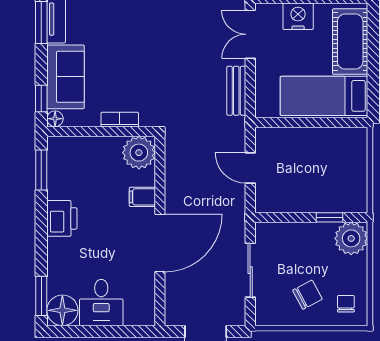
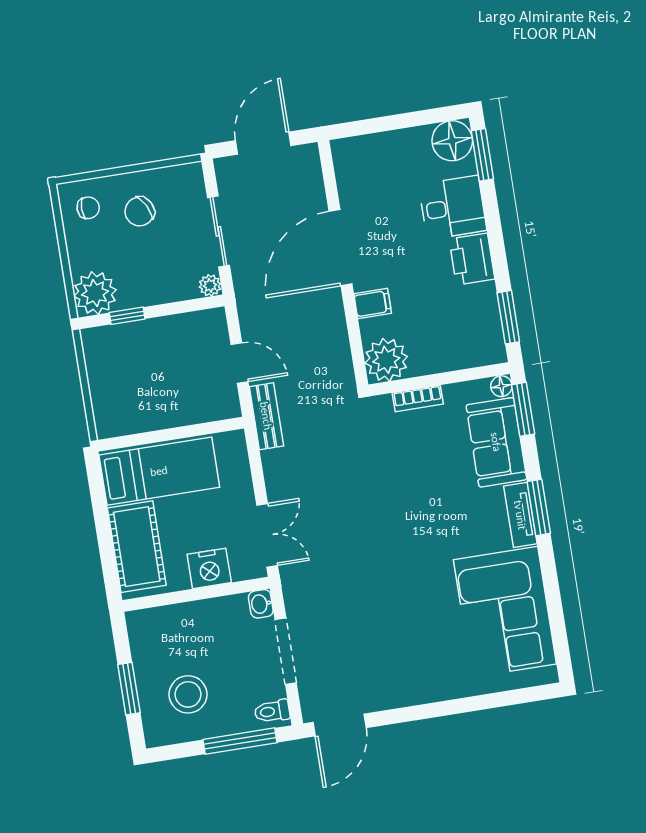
bench: (236, 91) -> (266, 416), moved
window: (41, 99) -> (523, 409), width x1.50
plant: (263, 230) -> (210, 285), added
desk: (101, 303) -> (453, 207), moved, turned 90
chair: (346, 304) -> (88, 208), turned -90

